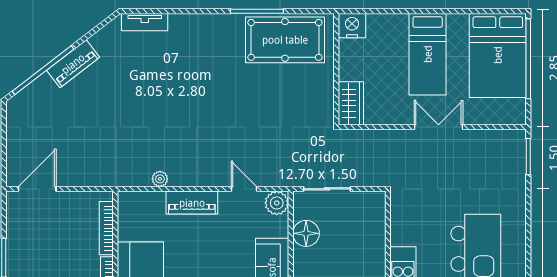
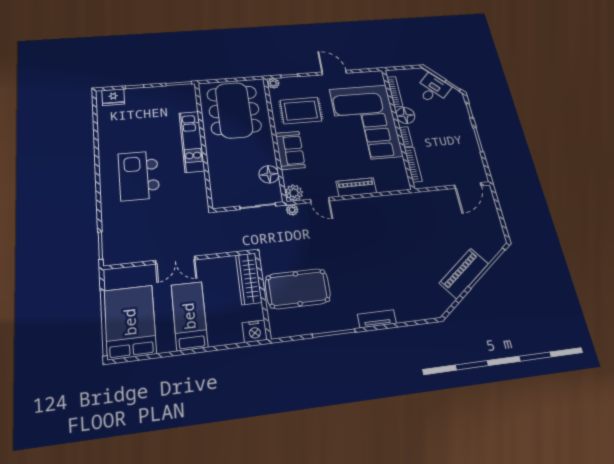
tv unit: (145, 22) -> (377, 319), moved
pool table: (285, 40) -> (298, 289), moved
piano: (73, 64) -> (464, 273), width x1.37, depth x1.33
wardrobe: (351, 103) -> (249, 279), width x1.50
plant: (160, 179) -> (292, 210), moved

